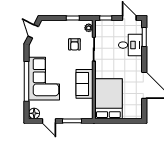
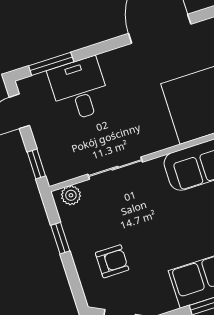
armchair: (74, 44) -> (112, 261), moved

